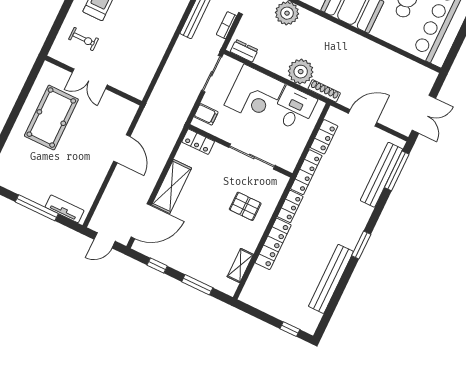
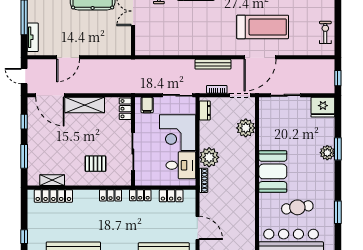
door: (363, 118) -> (197, 228), moved
door: (122, 149) -> (68, 57), moved
locker: (306, 172) -> (140, 195), width x0.66
pallet: (245, 206) -> (95, 164), turned 90
locker: (273, 244) -> (53, 196), moved

